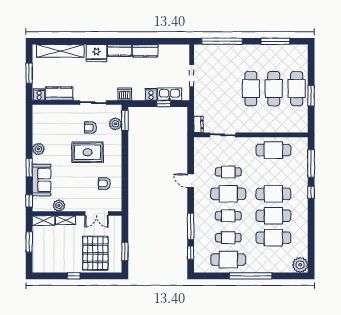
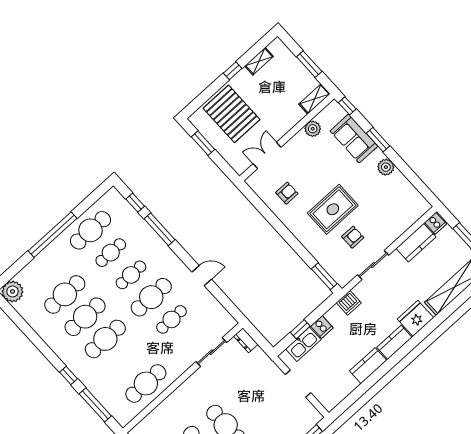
plant: (115, 124) -> (331, 264), removed
shelving: (65, 220) -> (259, 61), moved

